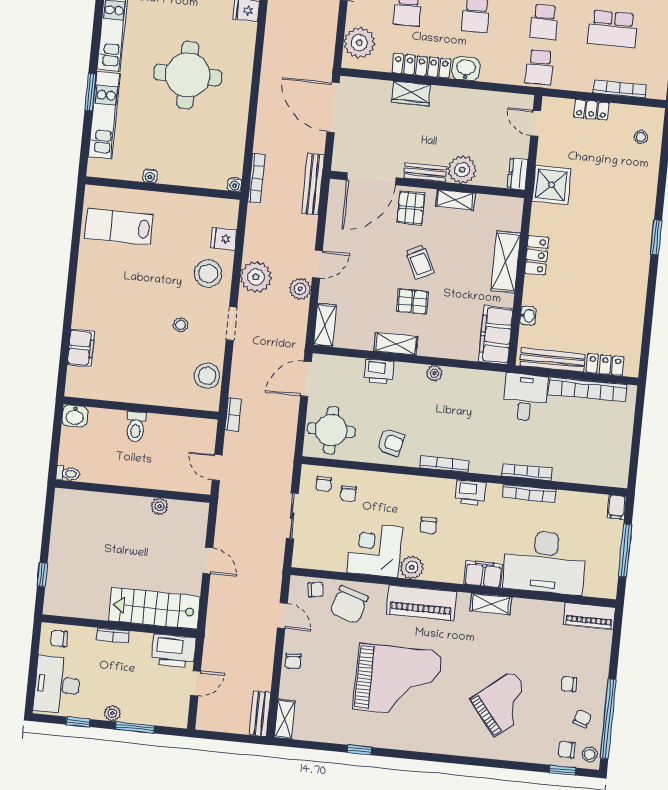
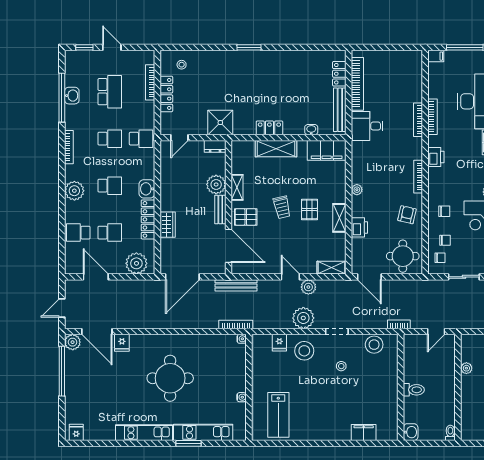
locker: (591, 110) -> (166, 94), width x1.53
trolley: (420, 262) -> (282, 207), turned 105
chair: (428, 526) -> (444, 211), moved

